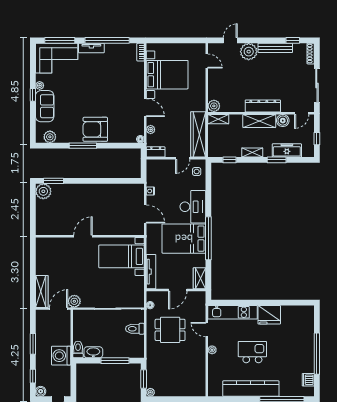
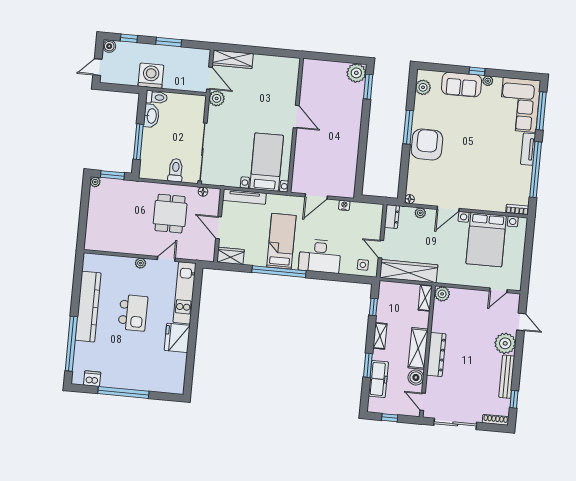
bed: (184, 239) -> (281, 241), width x0.67

